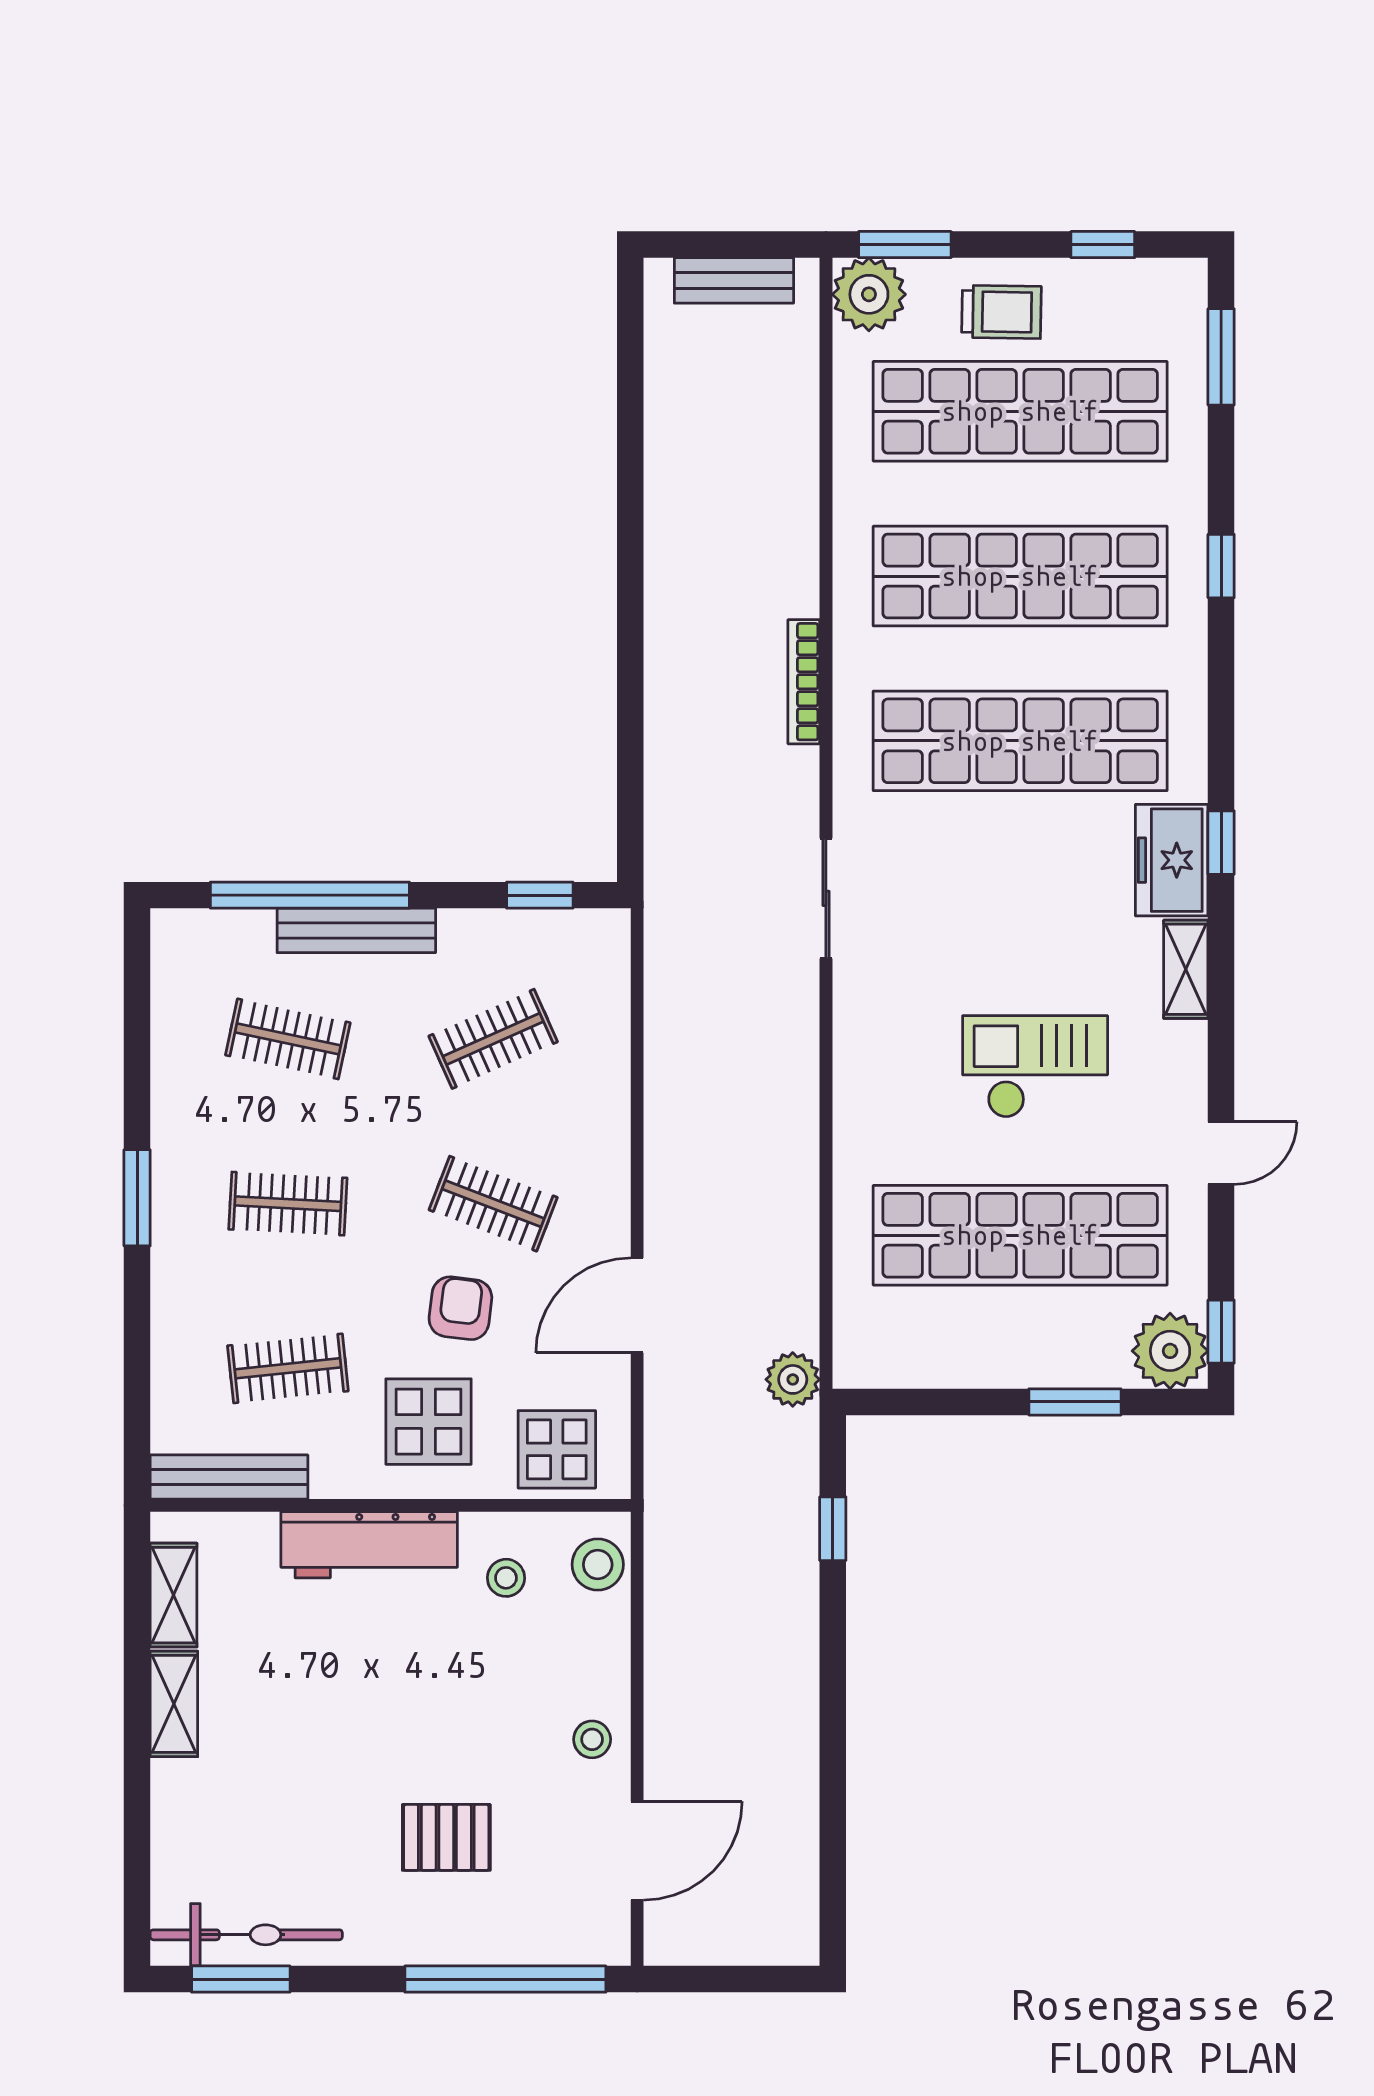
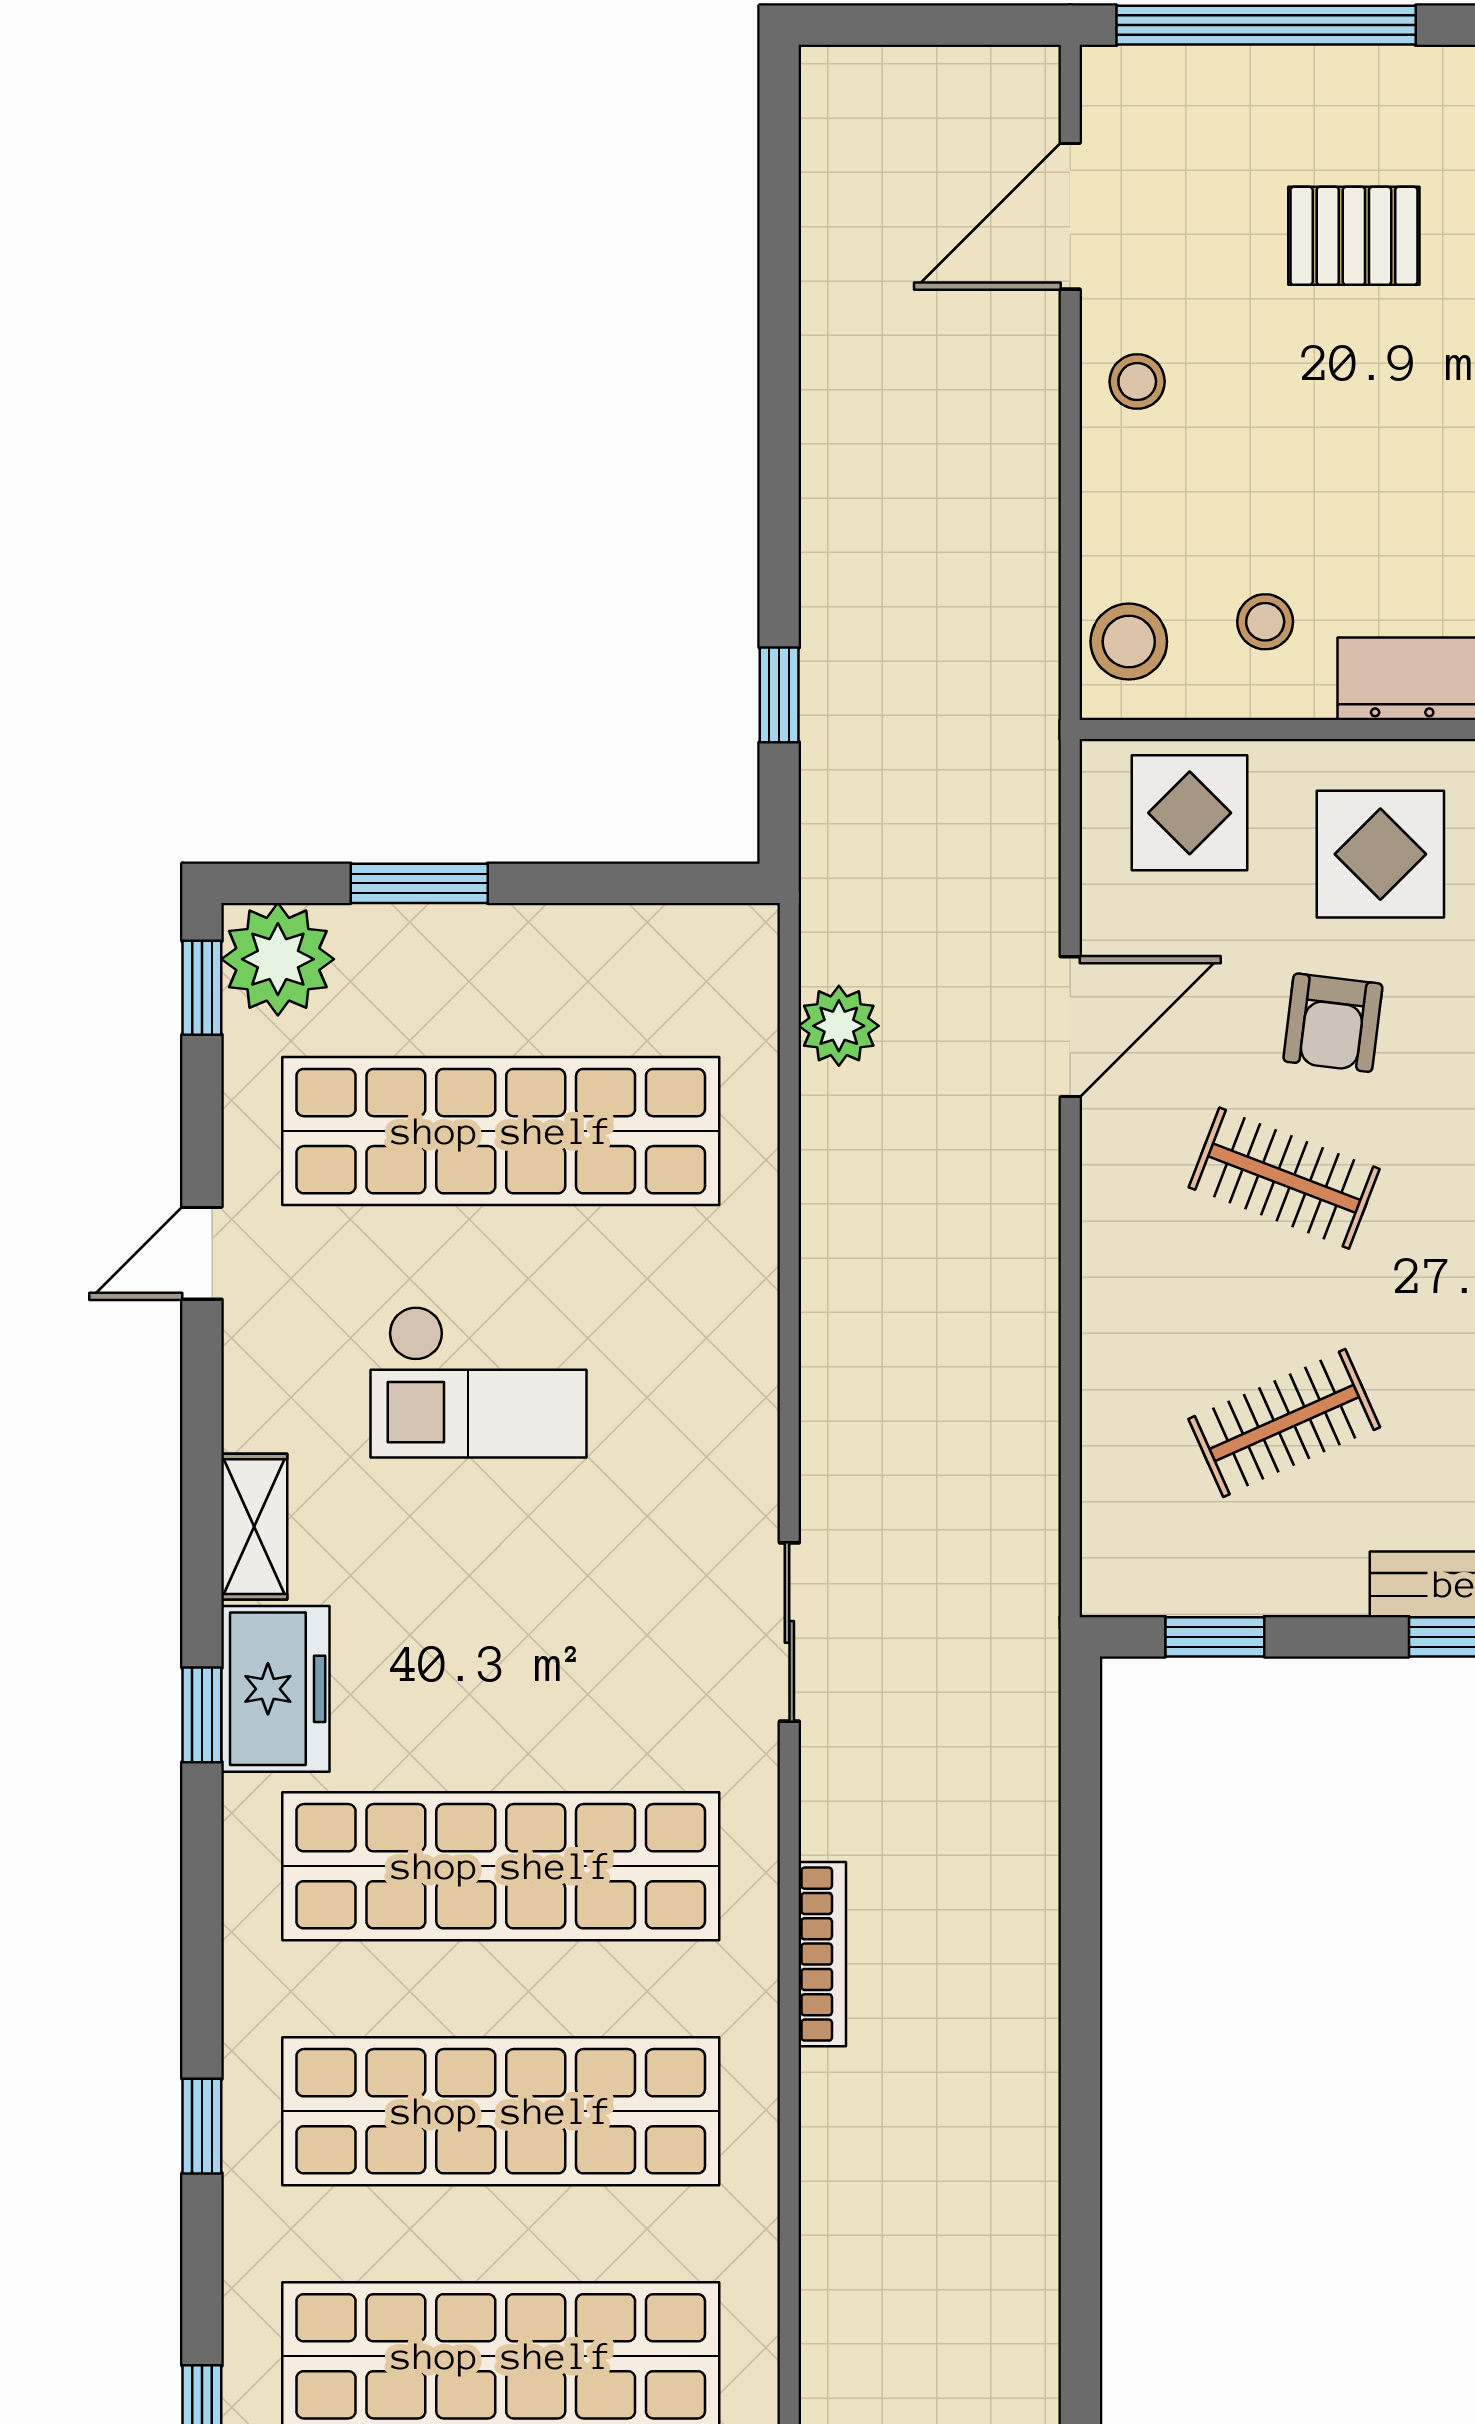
plant: (793, 1379) -> (839, 1026), moved

